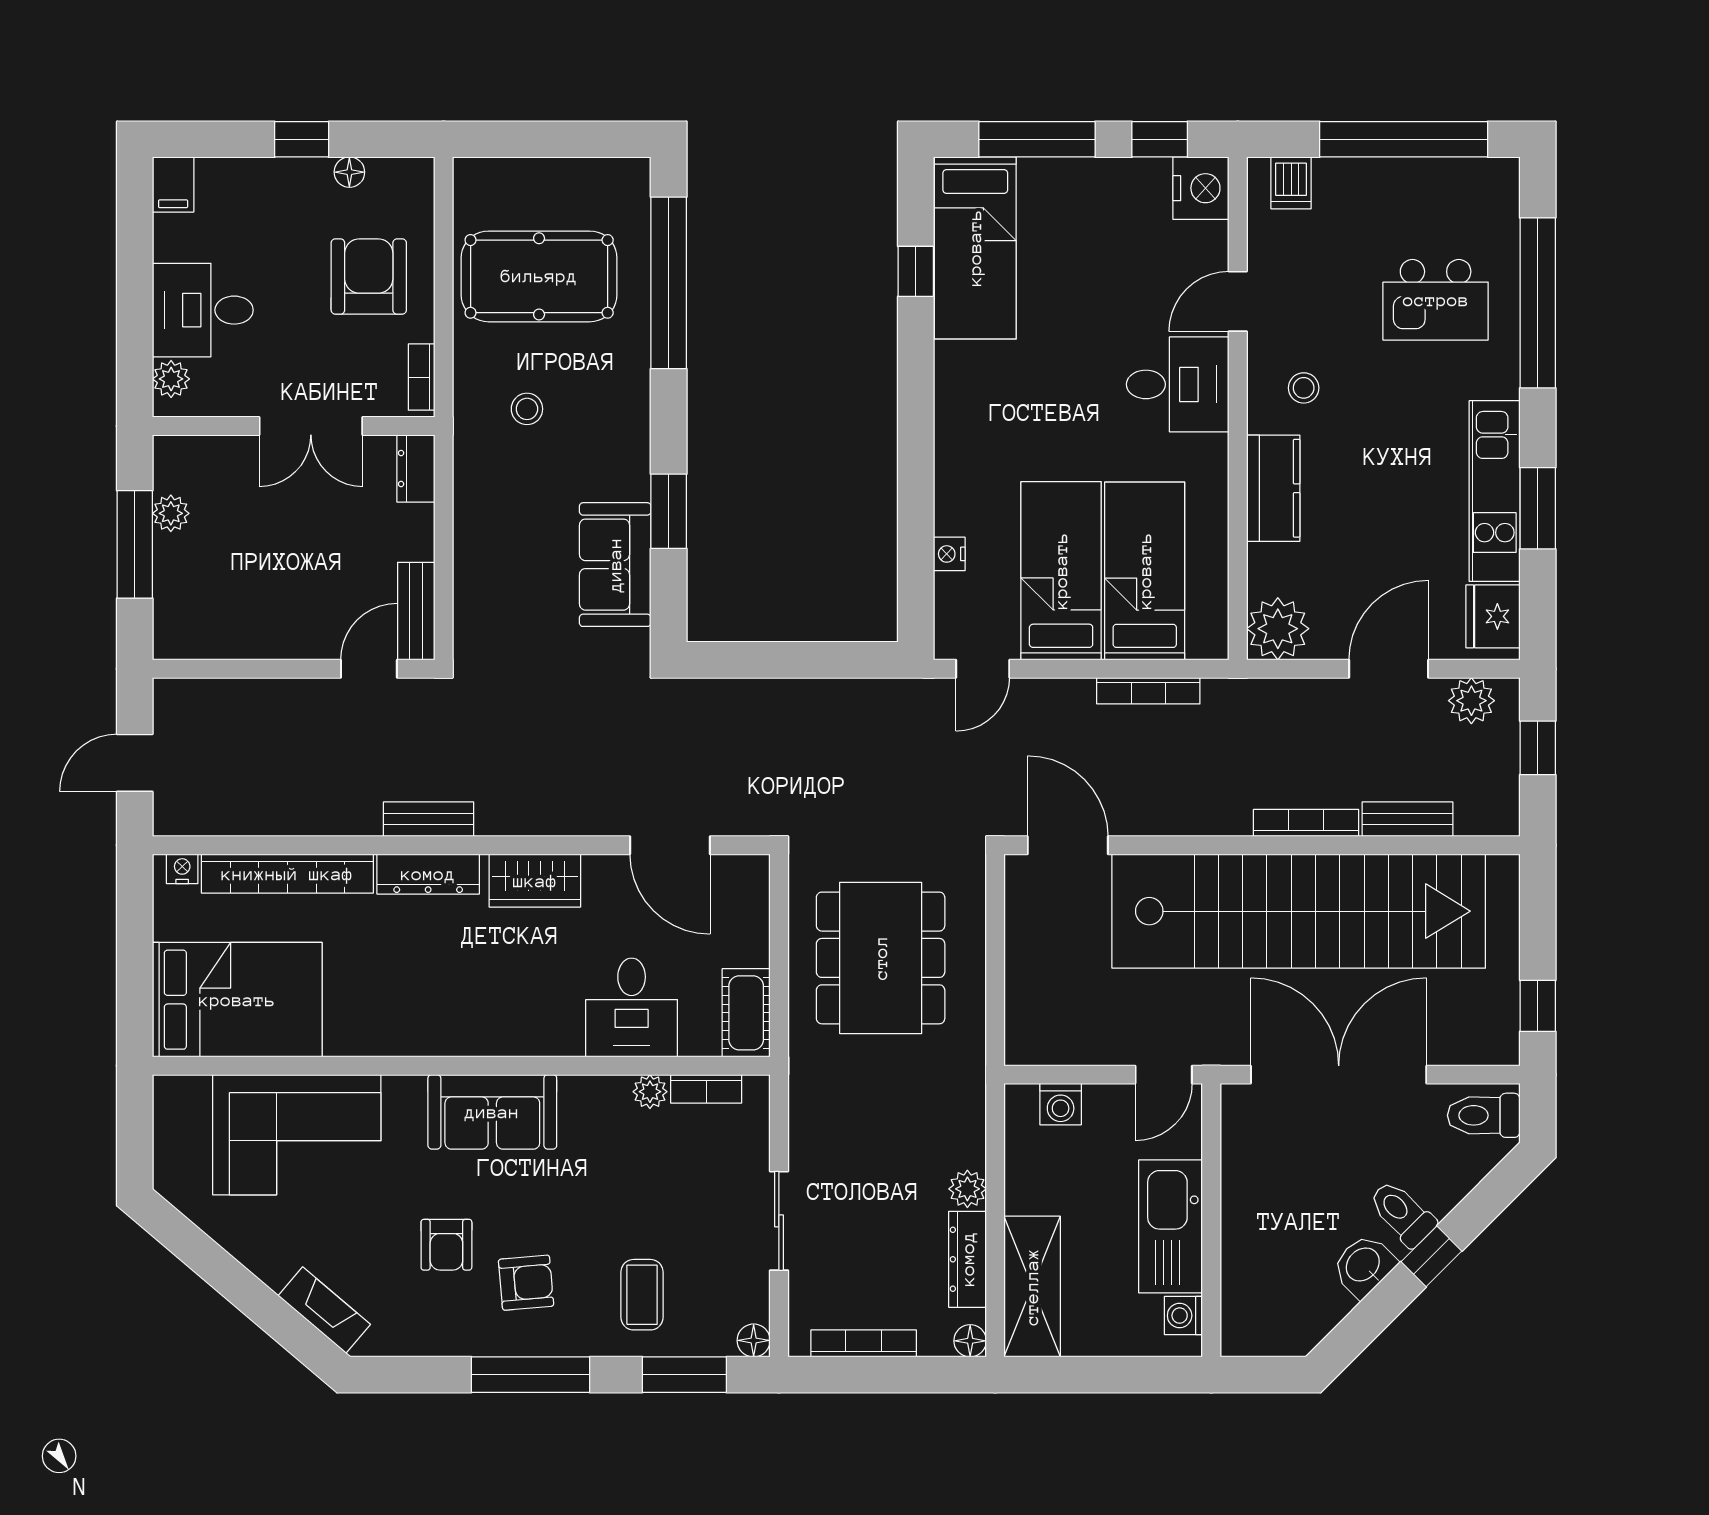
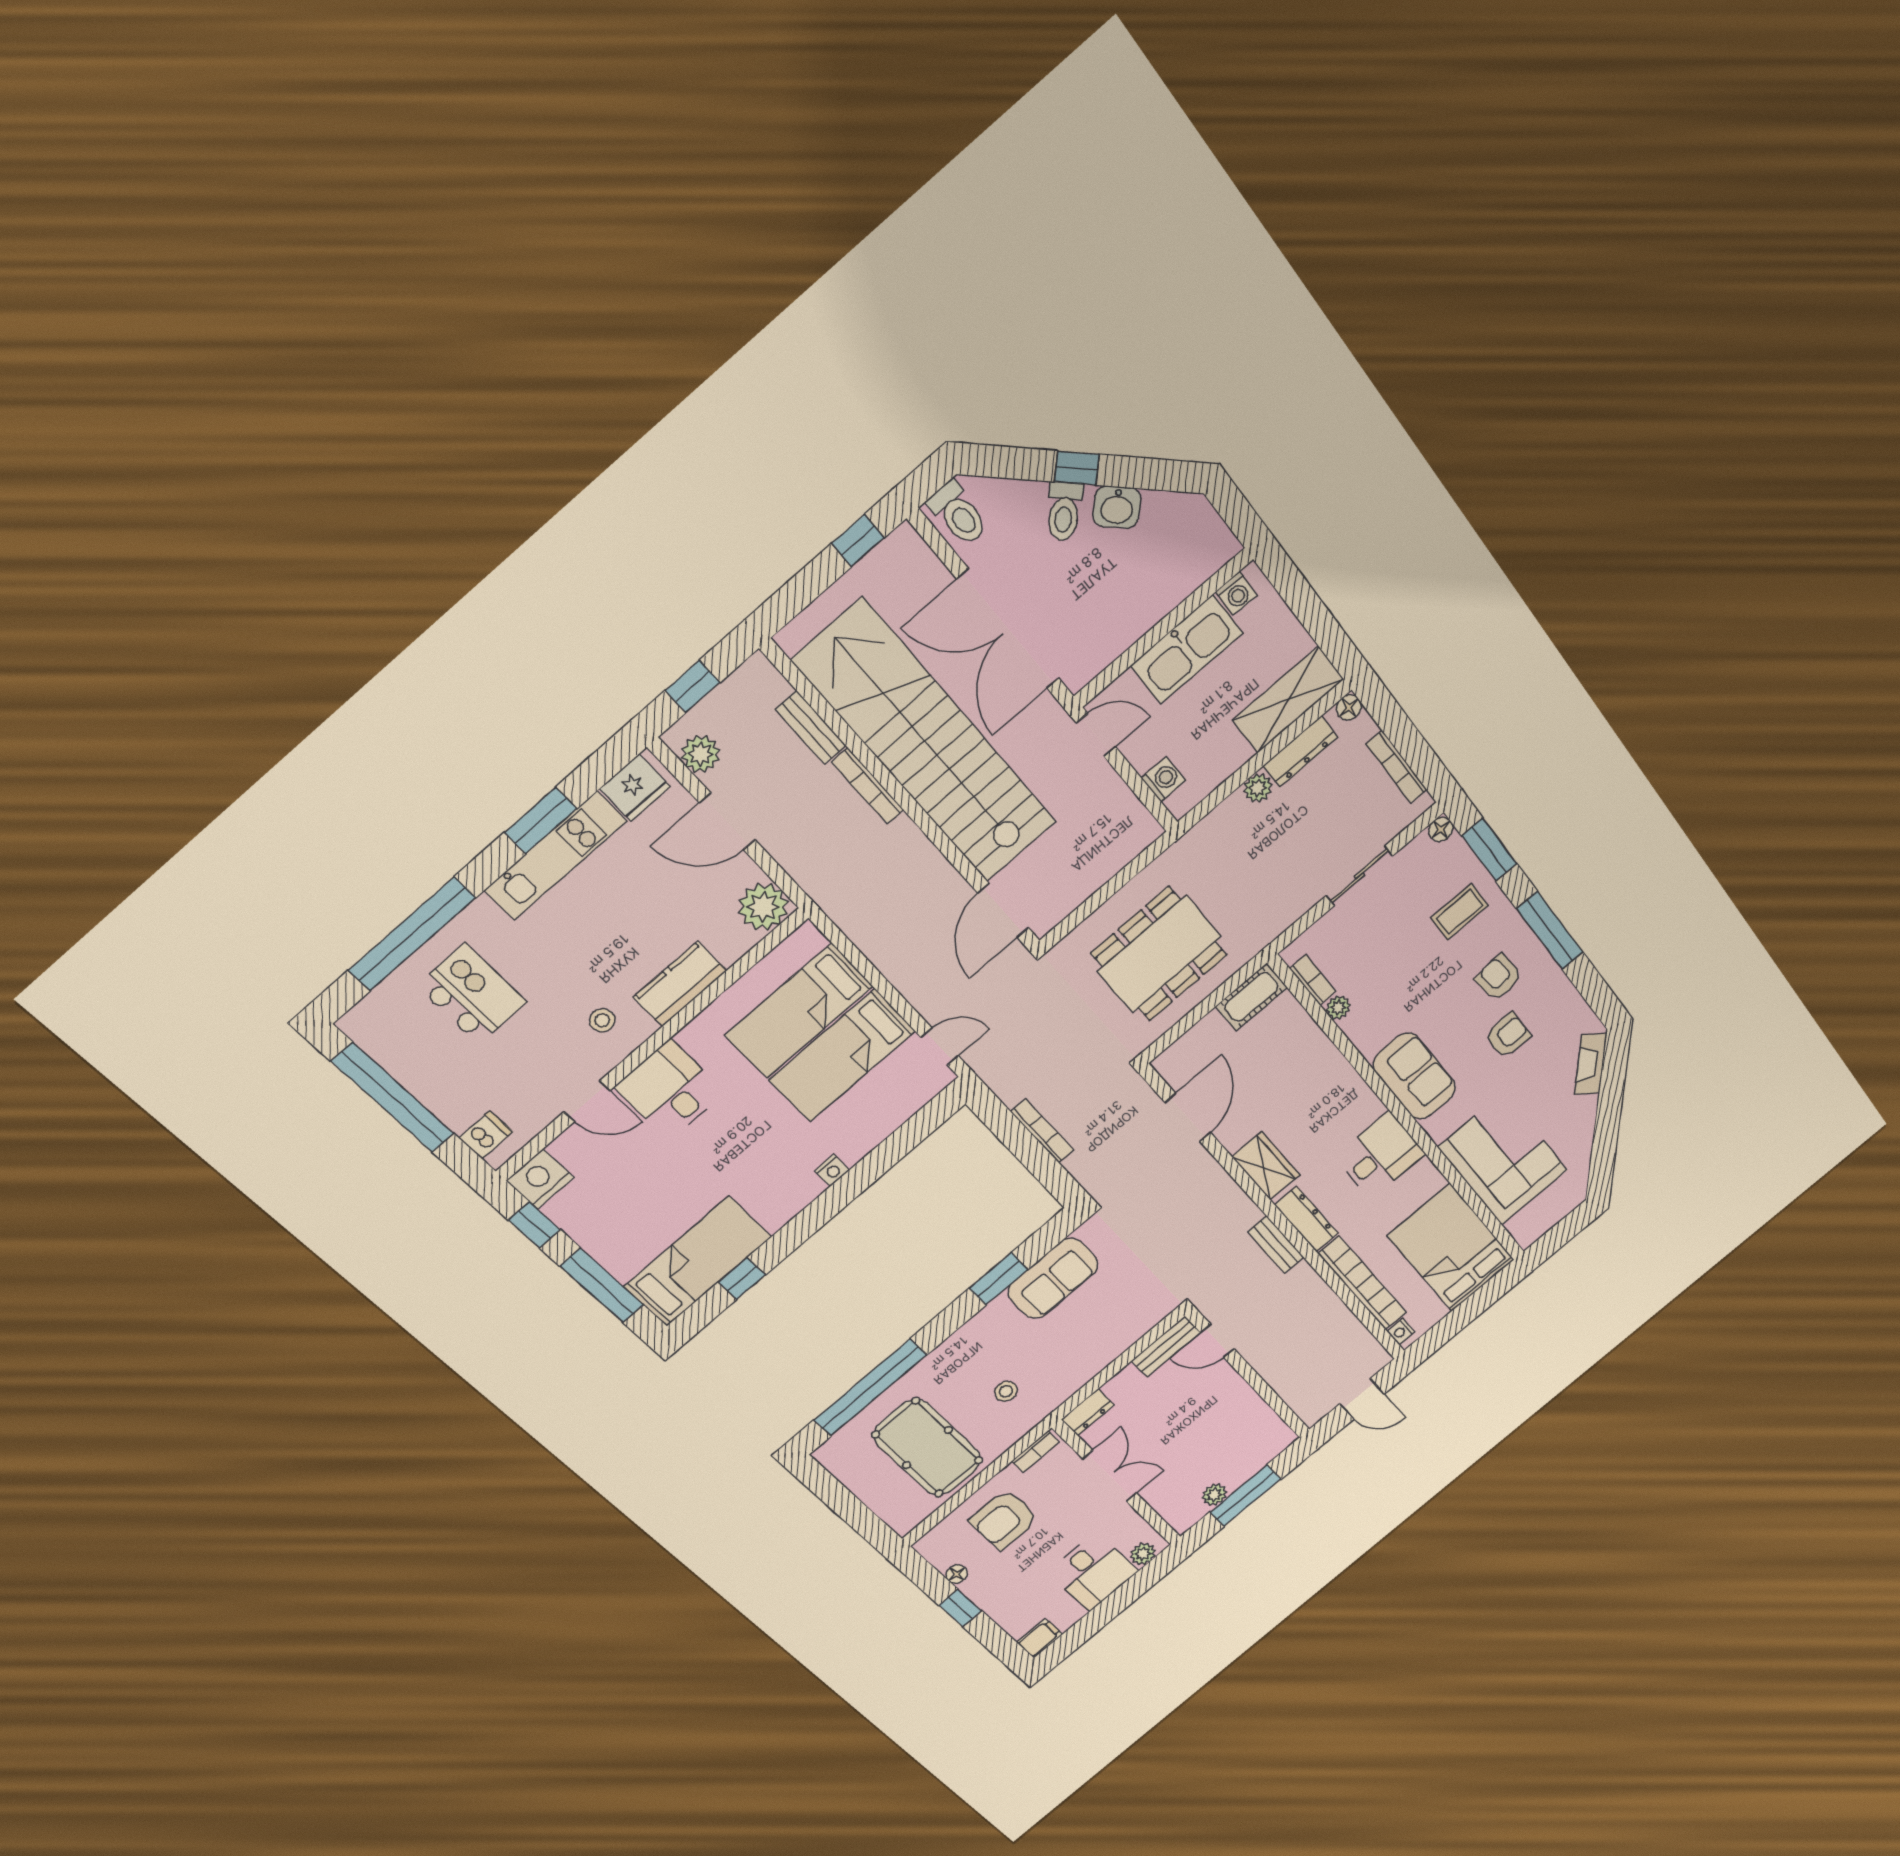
nightstand: (949, 554) -> (832, 1170), moved
bookcase: (1148, 691) -> (1042, 1131), moved
desk: (632, 1007) -> (1380, 1155), moved

